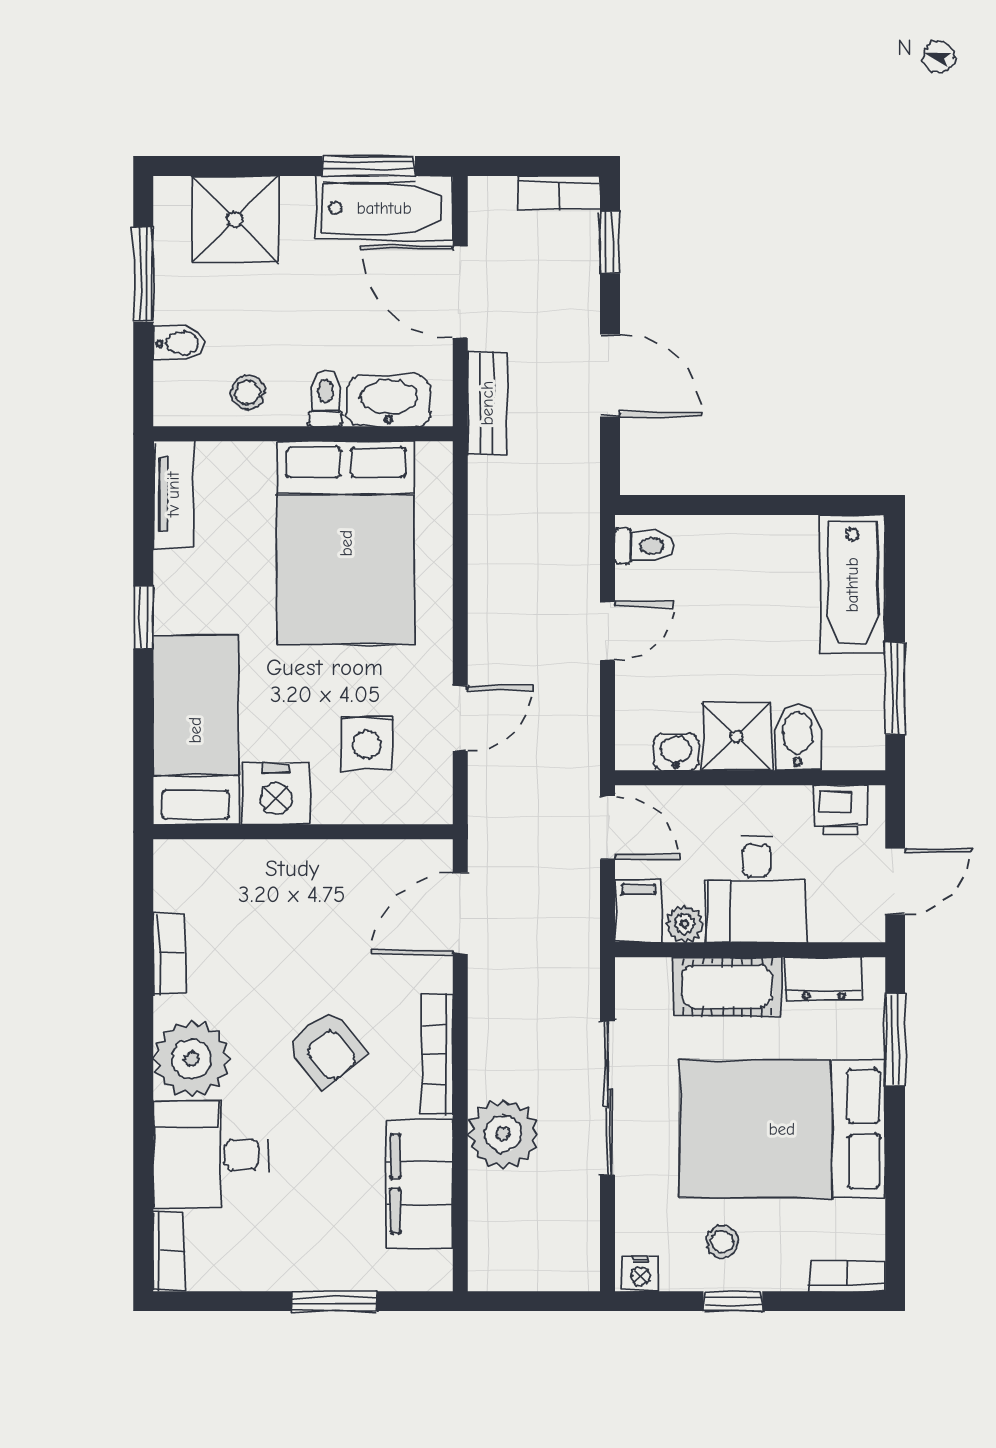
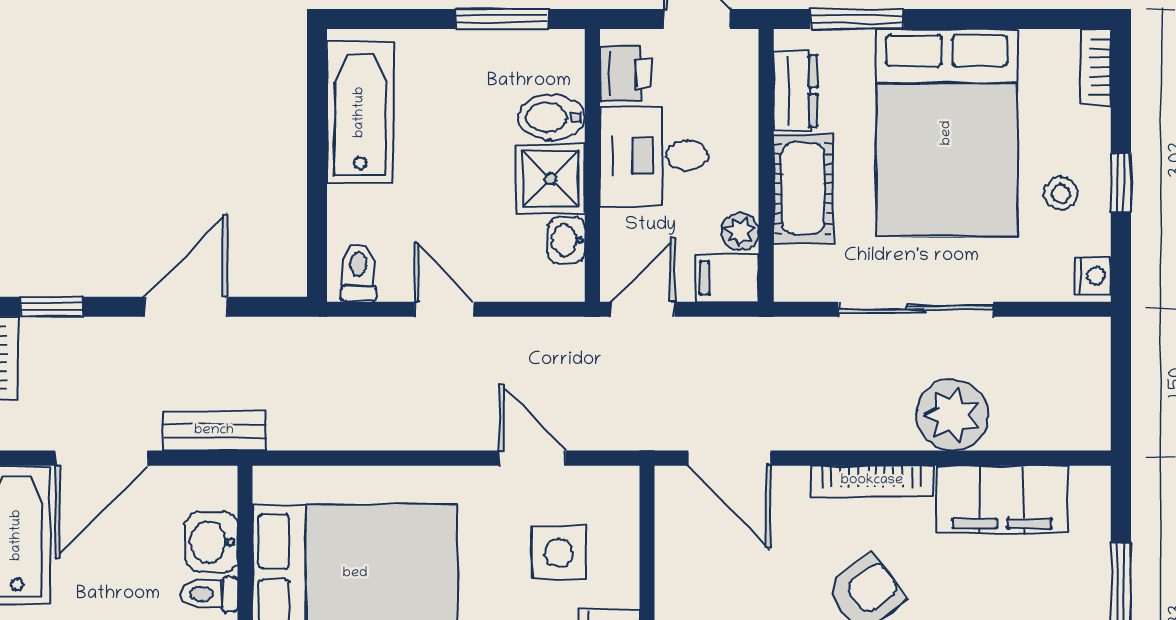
washbasin: (389, 401) -> (212, 542), width x0.72
bathtub: (852, 585) -> (360, 112), moved, turned -90
desk: (756, 889) -> (654, 156), moved, turned 180

